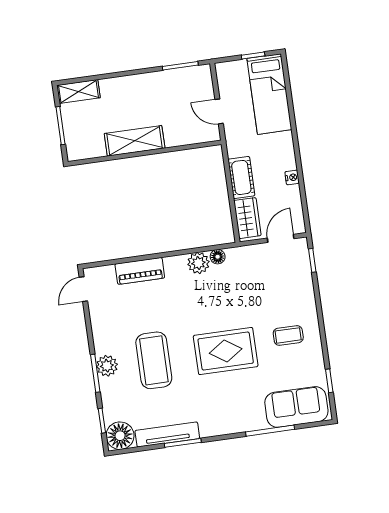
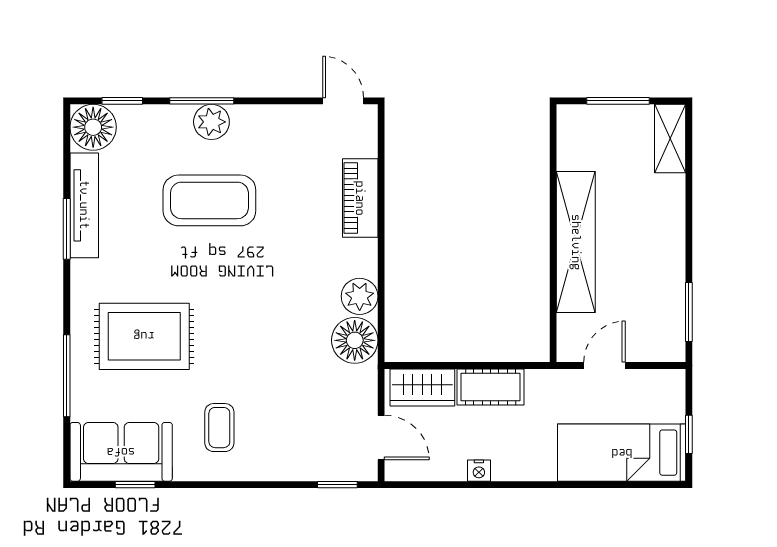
shelving: (135, 141) -> (576, 242), width x1.47
floor lamp: (218, 257) -> (355, 340), width x1.89, depth x1.89
rug: (226, 351) -> (144, 336), moved, turned 90
sofa: (296, 407) -> (121, 452), moved, turned -90

